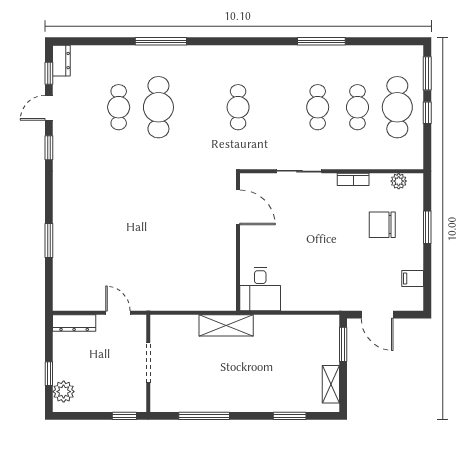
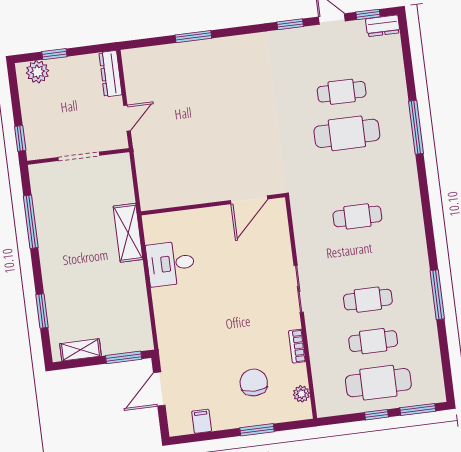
door: (238, 207) -> (249, 200), moved
wall: (238, 242) -> (213, 204), moved

